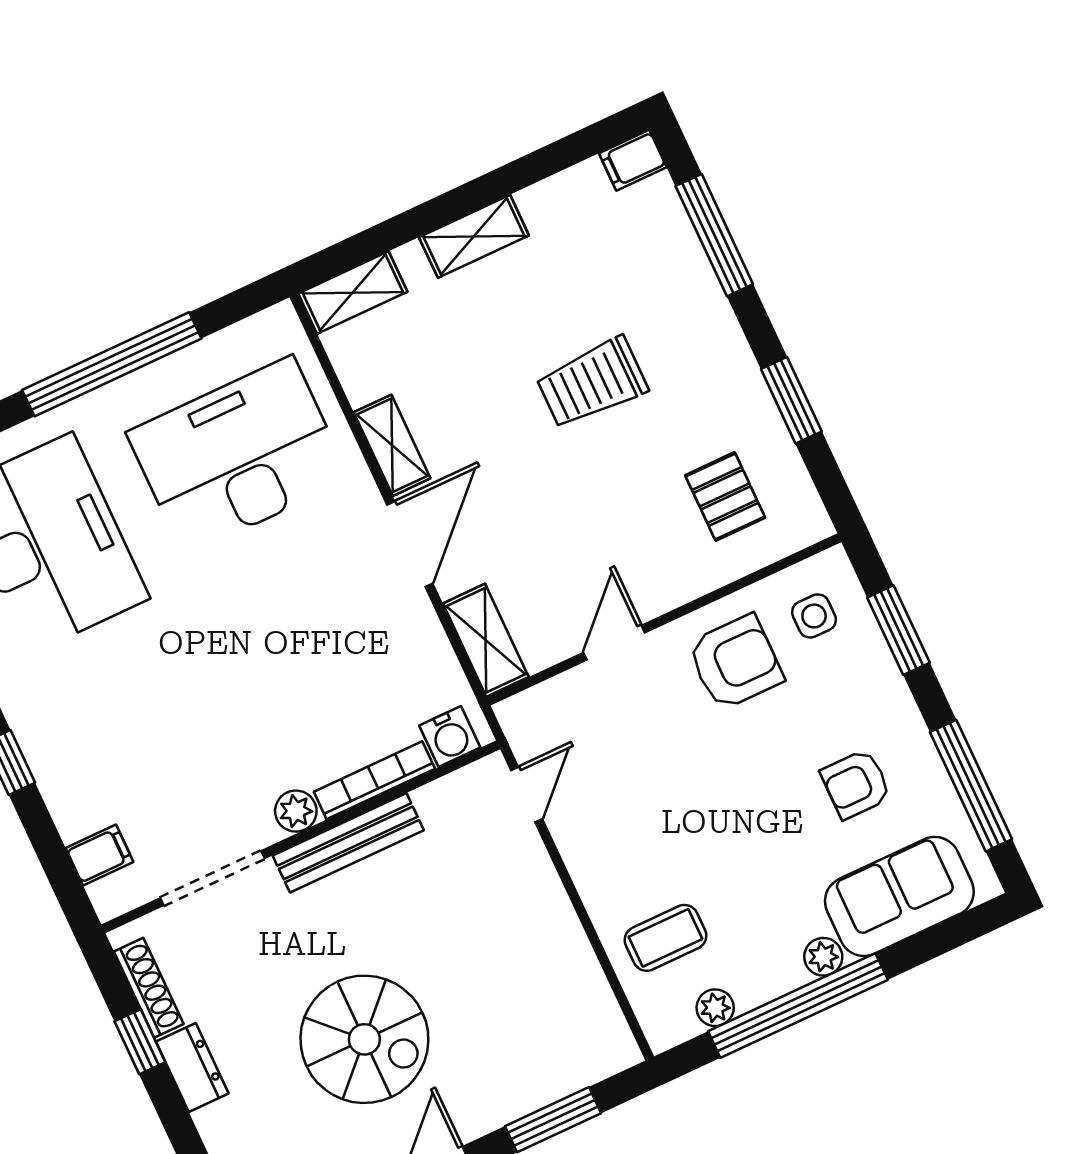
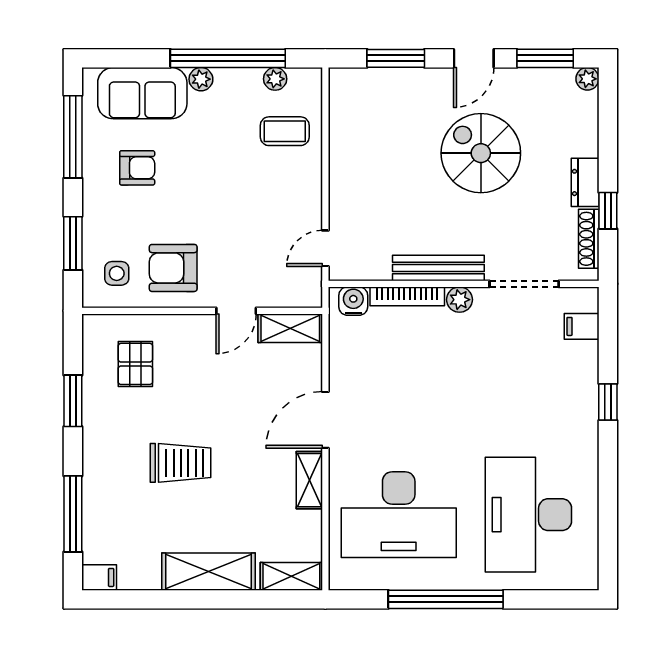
shelving: (474, 236) -> (208, 572), width x1.50, depth x1.33
shelving: (486, 640) -> (290, 328), moved, turned 90

